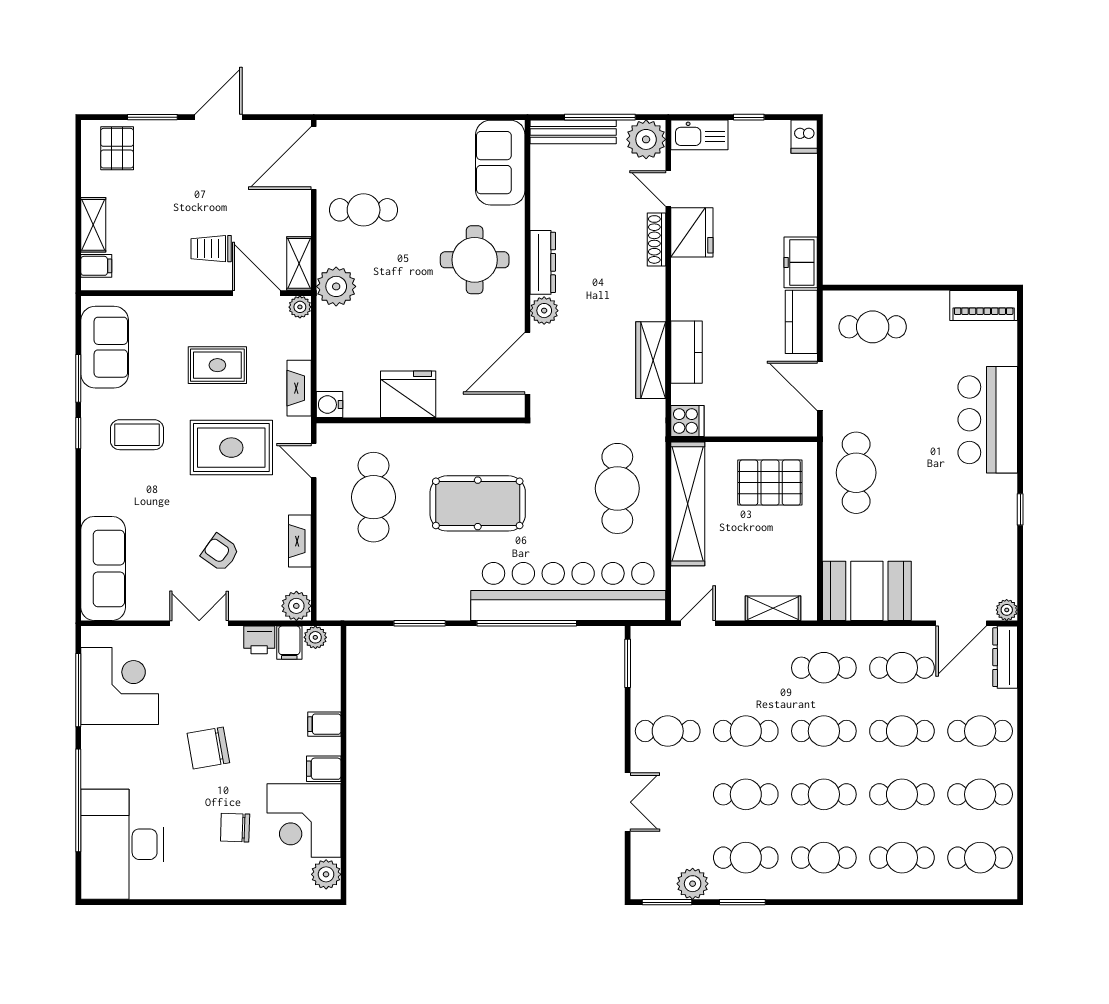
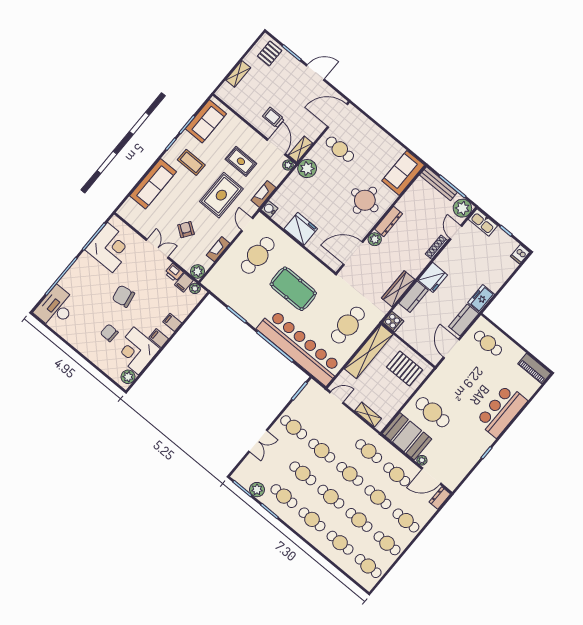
fridge: (692, 232) -> (433, 277), moved
filing cabinet: (96, 266) -> (227, 90), removed
rug: (231, 448) -> (221, 195), turned 90
cafe table: (856, 473) -> (433, 412), moved, turned 90
sofa: (103, 568) -> (153, 184), moved
plant: (1007, 610) -> (422, 460), moved
dresser: (1005, 657) -> (440, 498), width x0.70
desk: (122, 844) -> (56, 308), width x0.73, depth x0.77

